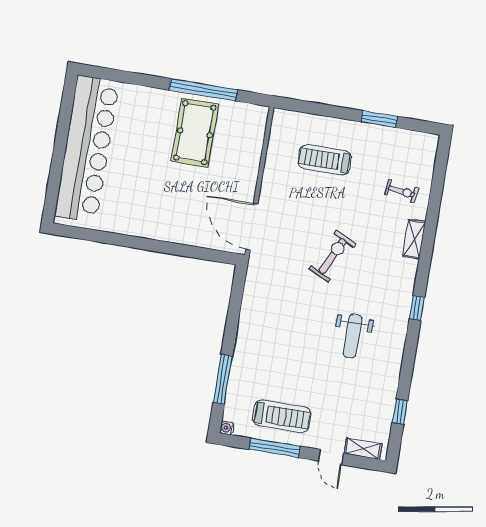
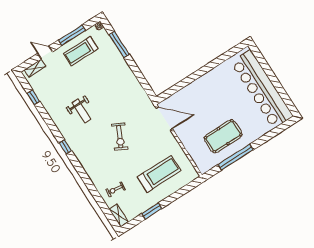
pool table: (195, 133) -> (223, 136), turned 90
treadmill: (325, 160) -> (159, 174), width x1.37, depth x1.38
shelving: (414, 239) -> (119, 215), moved
weight bench: (353, 336) -> (82, 111), turned 180

